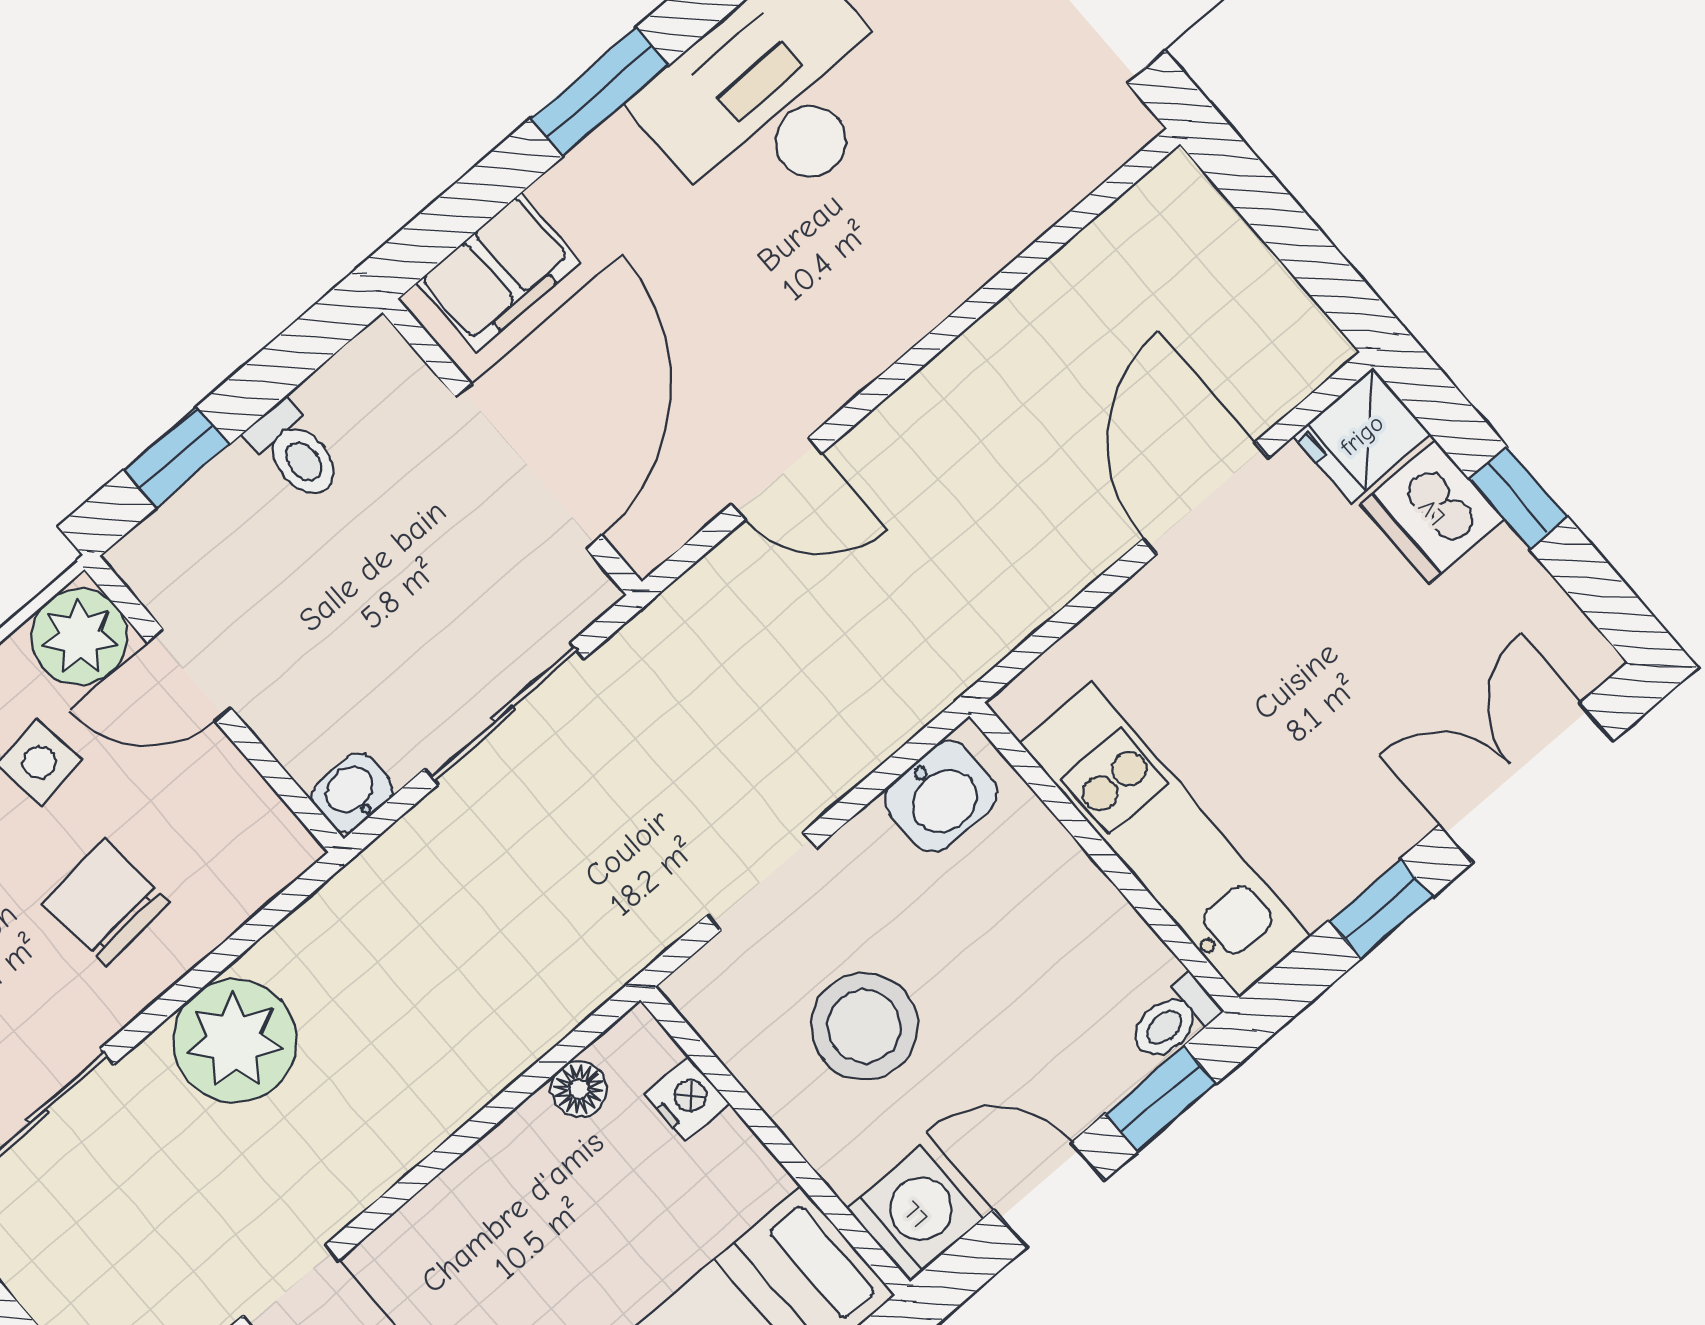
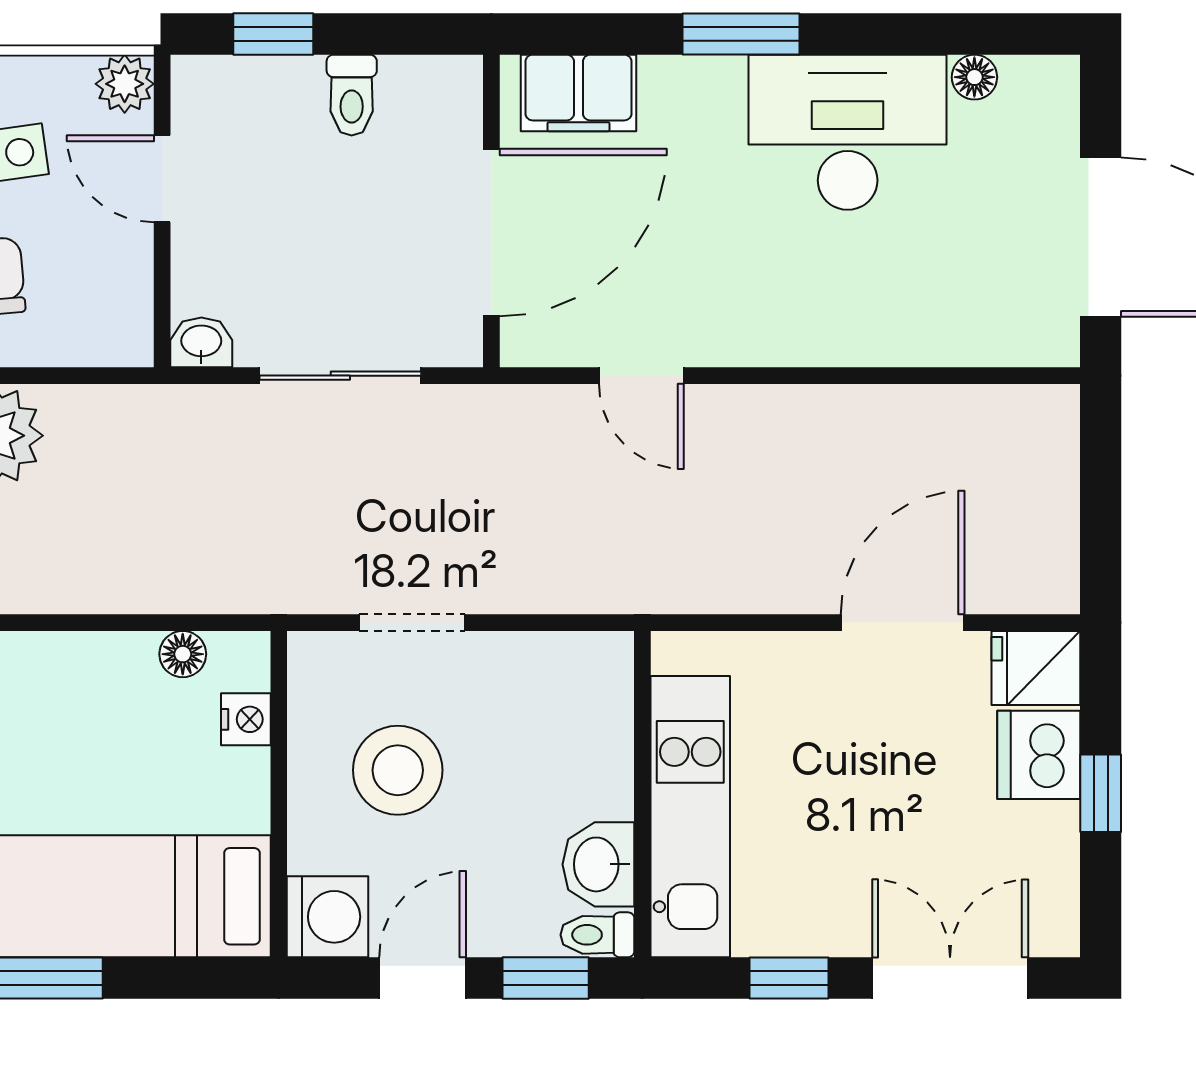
plant: (79, 637) -> (125, 84), width x0.73, depth x0.73
washbasin: (941, 797) -> (598, 864), moved, turned 90
door: (1049, 1195) -> (423, 978), hinge flipped

